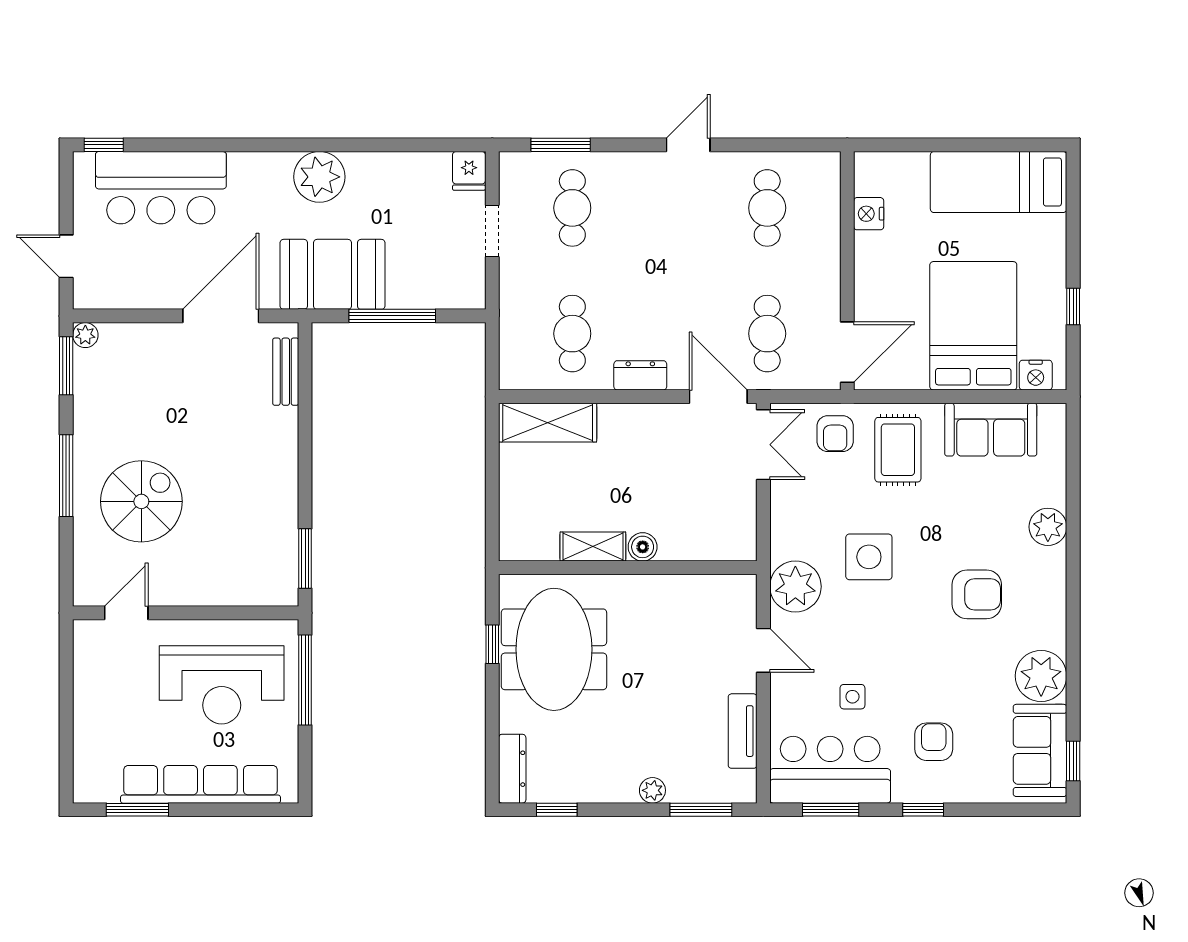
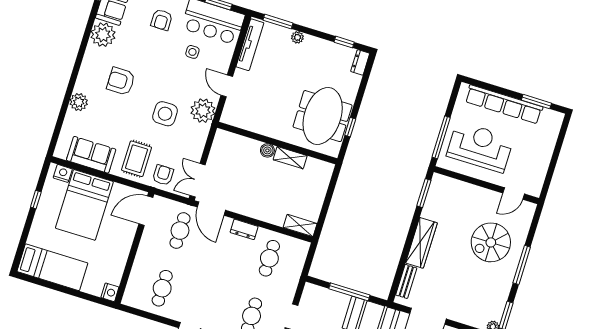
nightstand: (869, 214) -> (110, 292), moved
shelving: (548, 423) -> (300, 225), width x0.67, depth x0.75
wardrobe: (279, 458) -> (421, 243), added
tv unit: (743, 731) -> (250, 45), width x1.41
dresser: (512, 769) -> (360, 62), width x0.70

